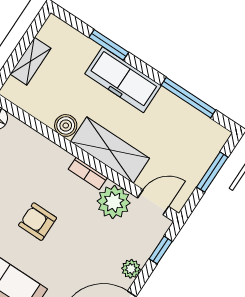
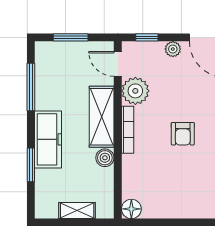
bookcase: (88, 174) -> (128, 130), width x1.56

